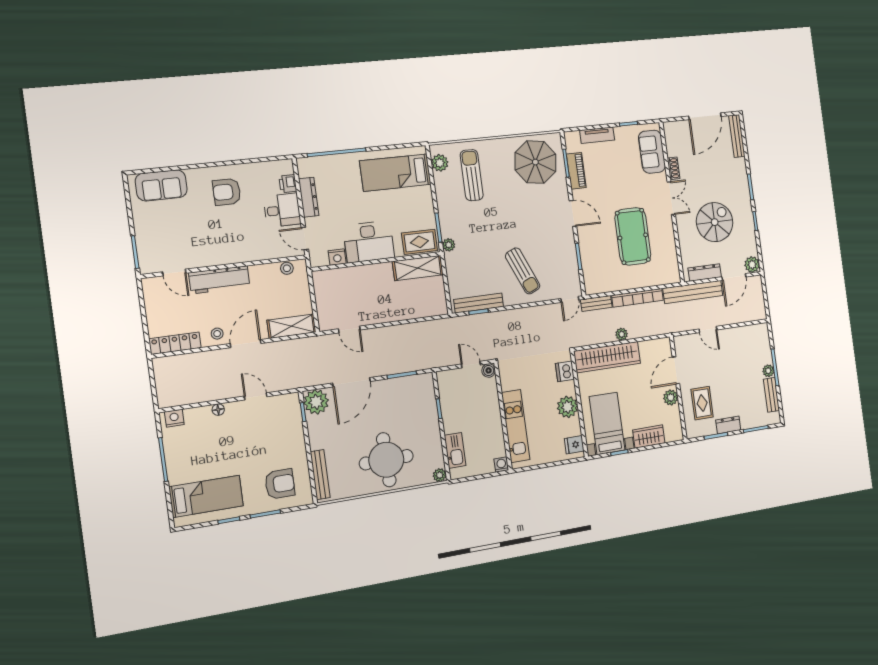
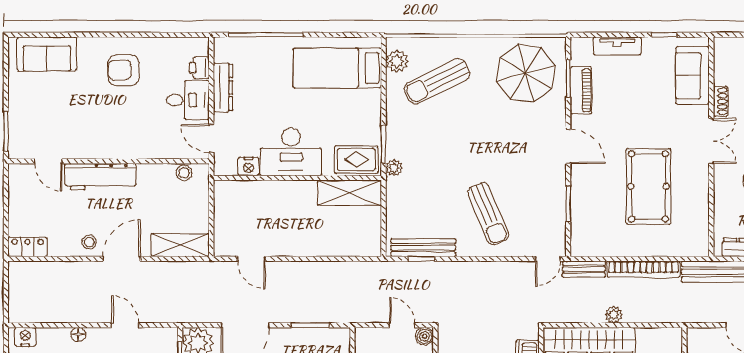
sun lounger: (472, 175) -> (437, 81), turned -116
locker: (175, 343) -> (28, 247), width x0.66

